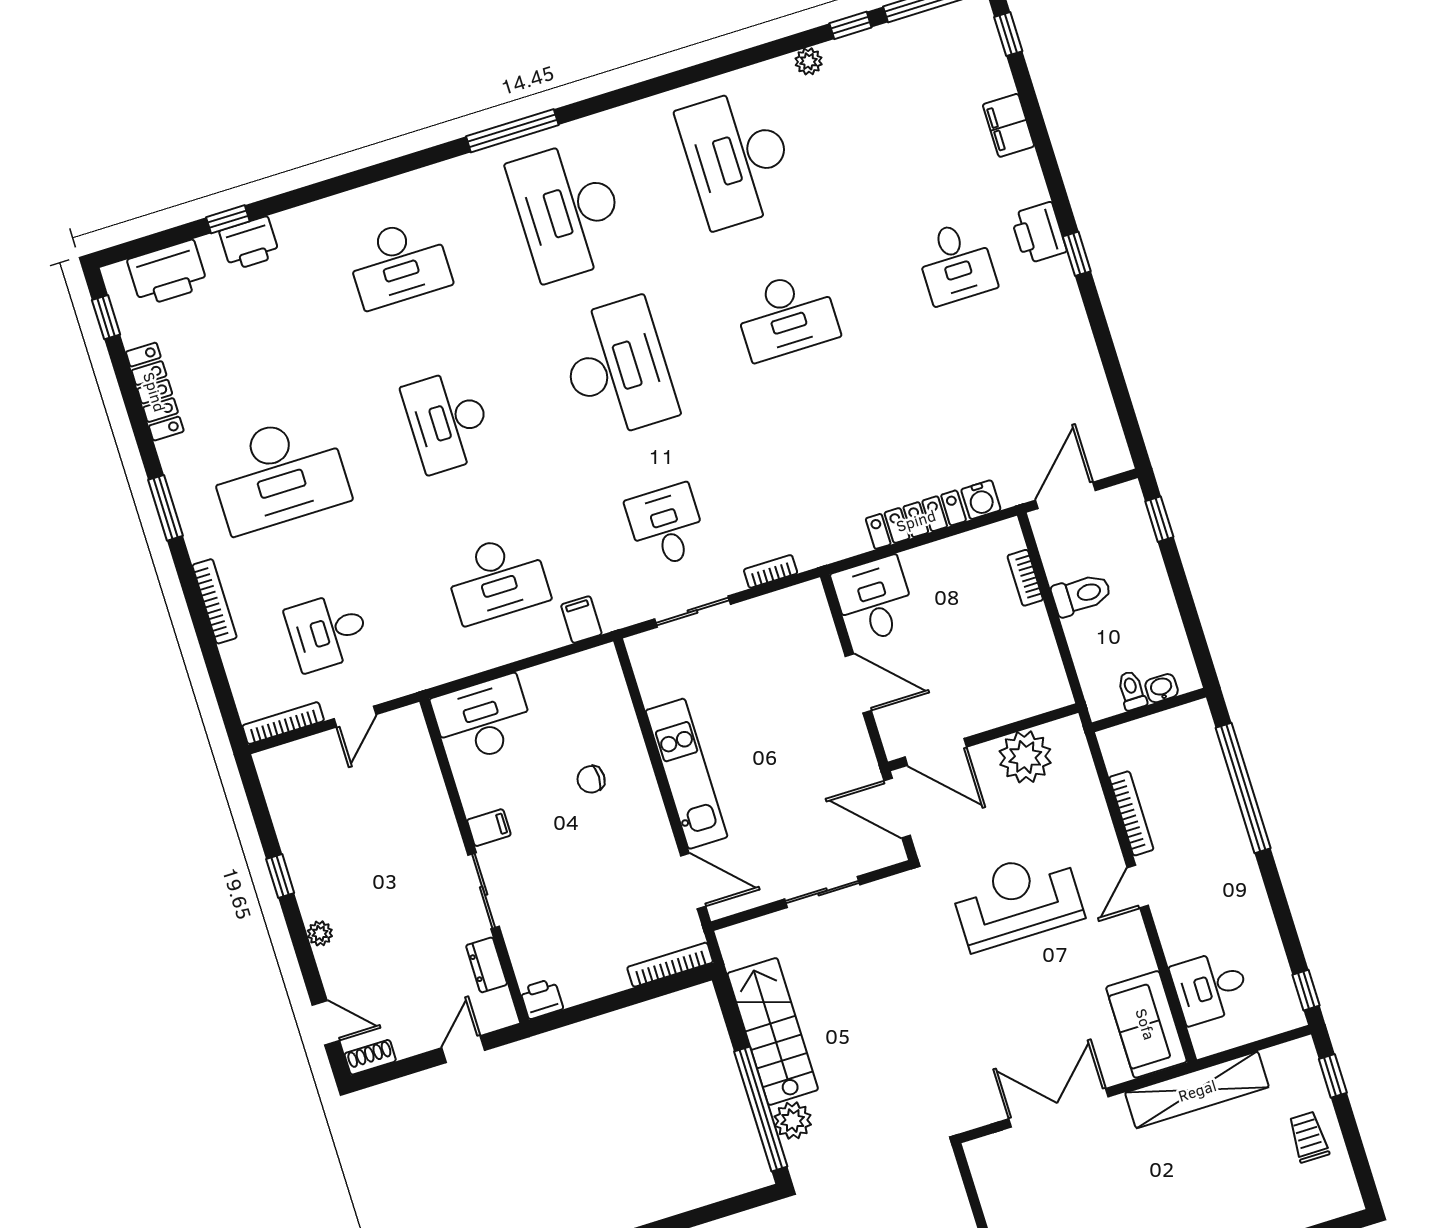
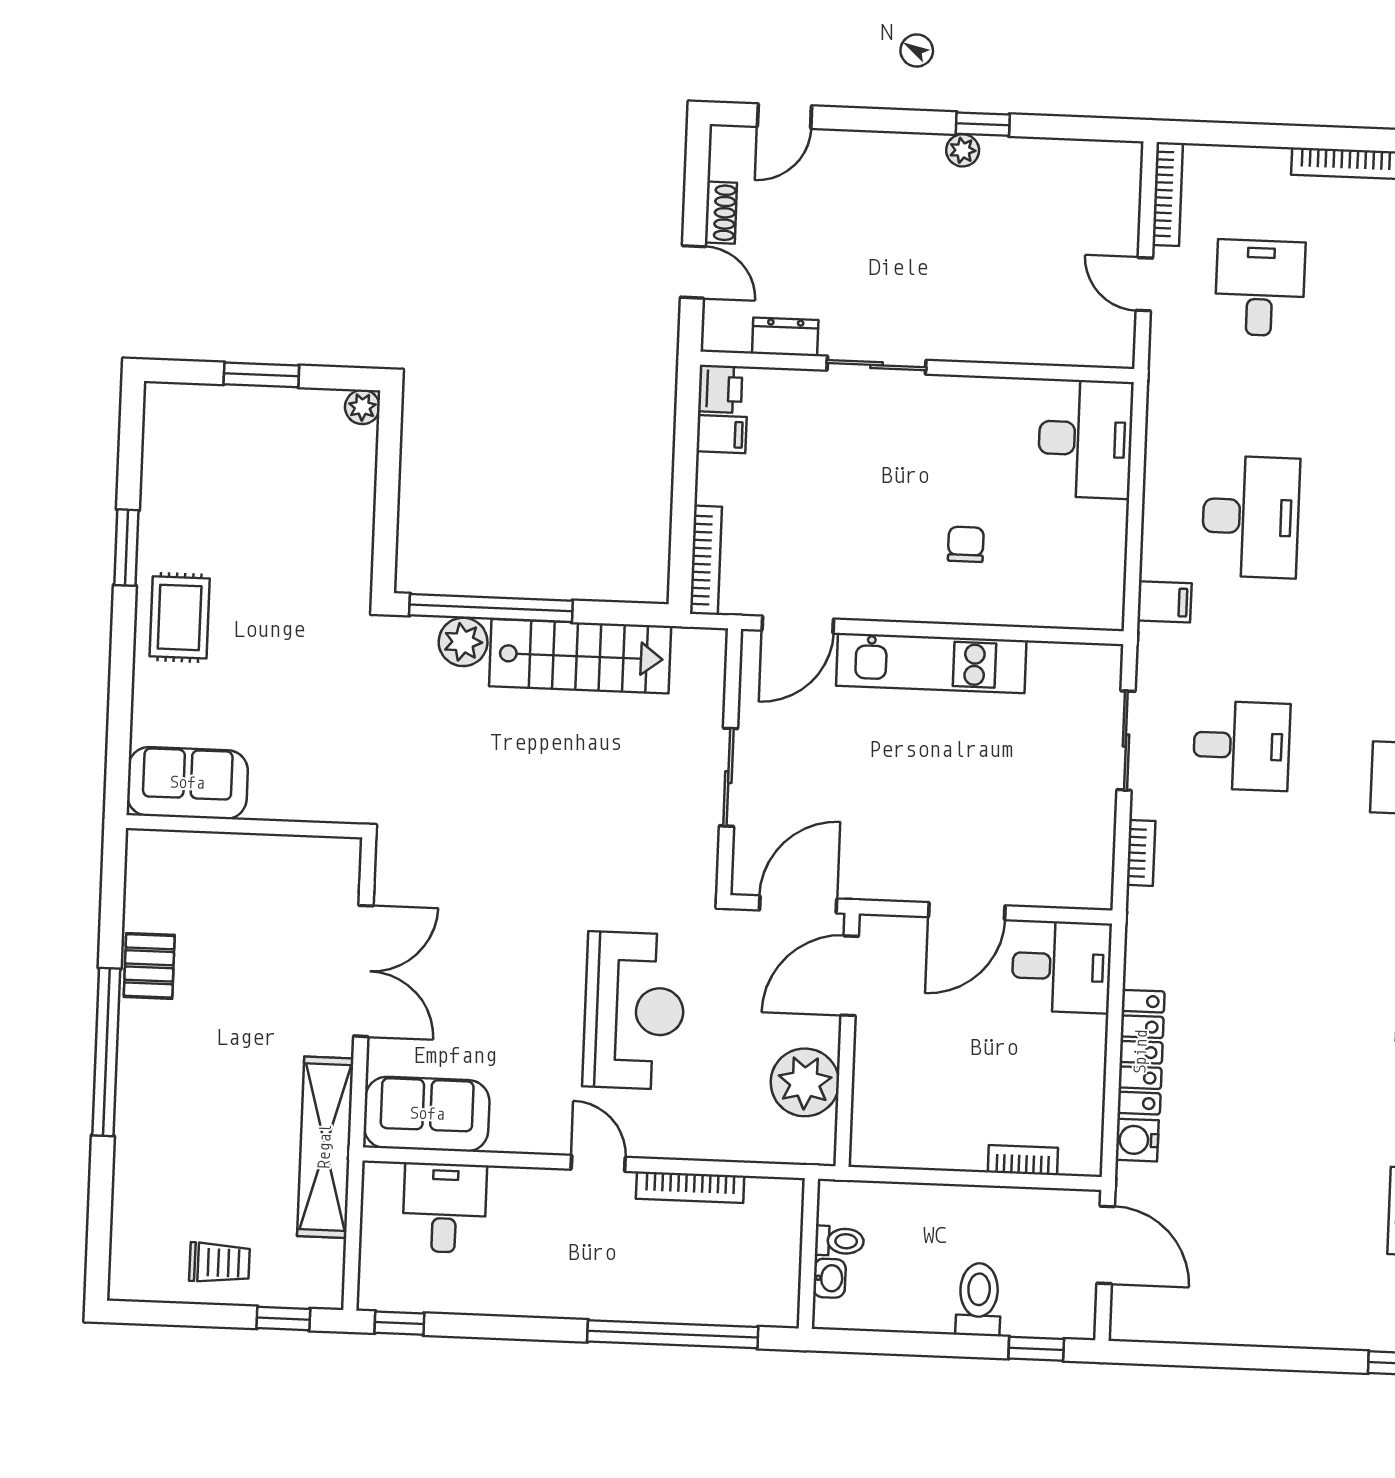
desk: (497, 579) -> (1251, 517), turned 180
toilet: (1081, 594) -> (979, 1299), moved, turned 180
filing cabinet: (489, 828) -> (721, 434), moved, turned -90
plant: (320, 933) -> (963, 150), moved
shoe rack: (370, 1057) -> (721, 213), moved

